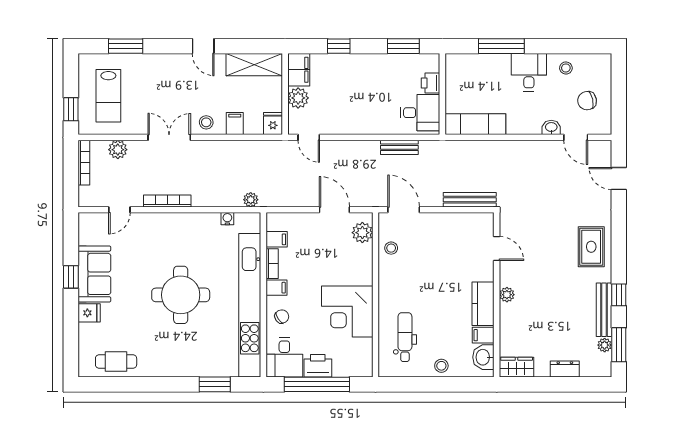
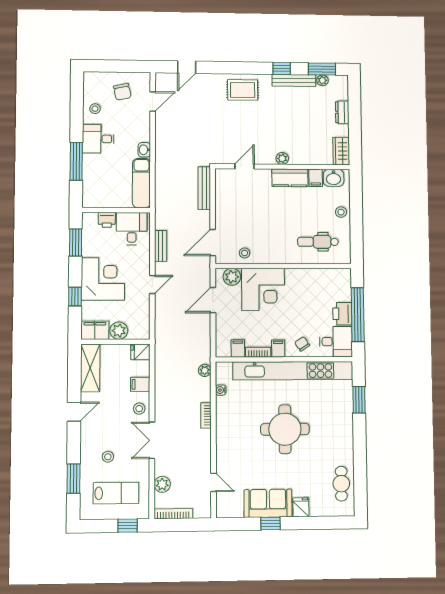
corner desk: (360, 79) -> (103, 279), added
stool: (151, 86) -> (108, 457), added
washbasin: (551, 127) -> (144, 150), moved
door: (309, 137) -> (152, 284), moved
bookcase: (167, 201) -> (206, 415), moved, width x0.64
corner desk: (347, 312) -> (263, 289), moved

